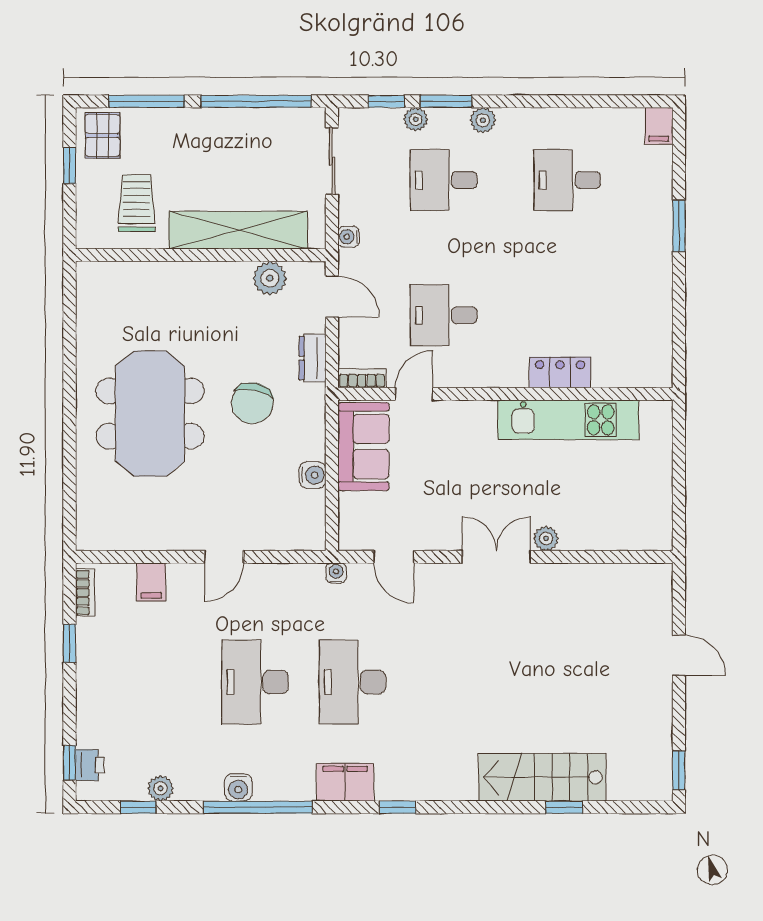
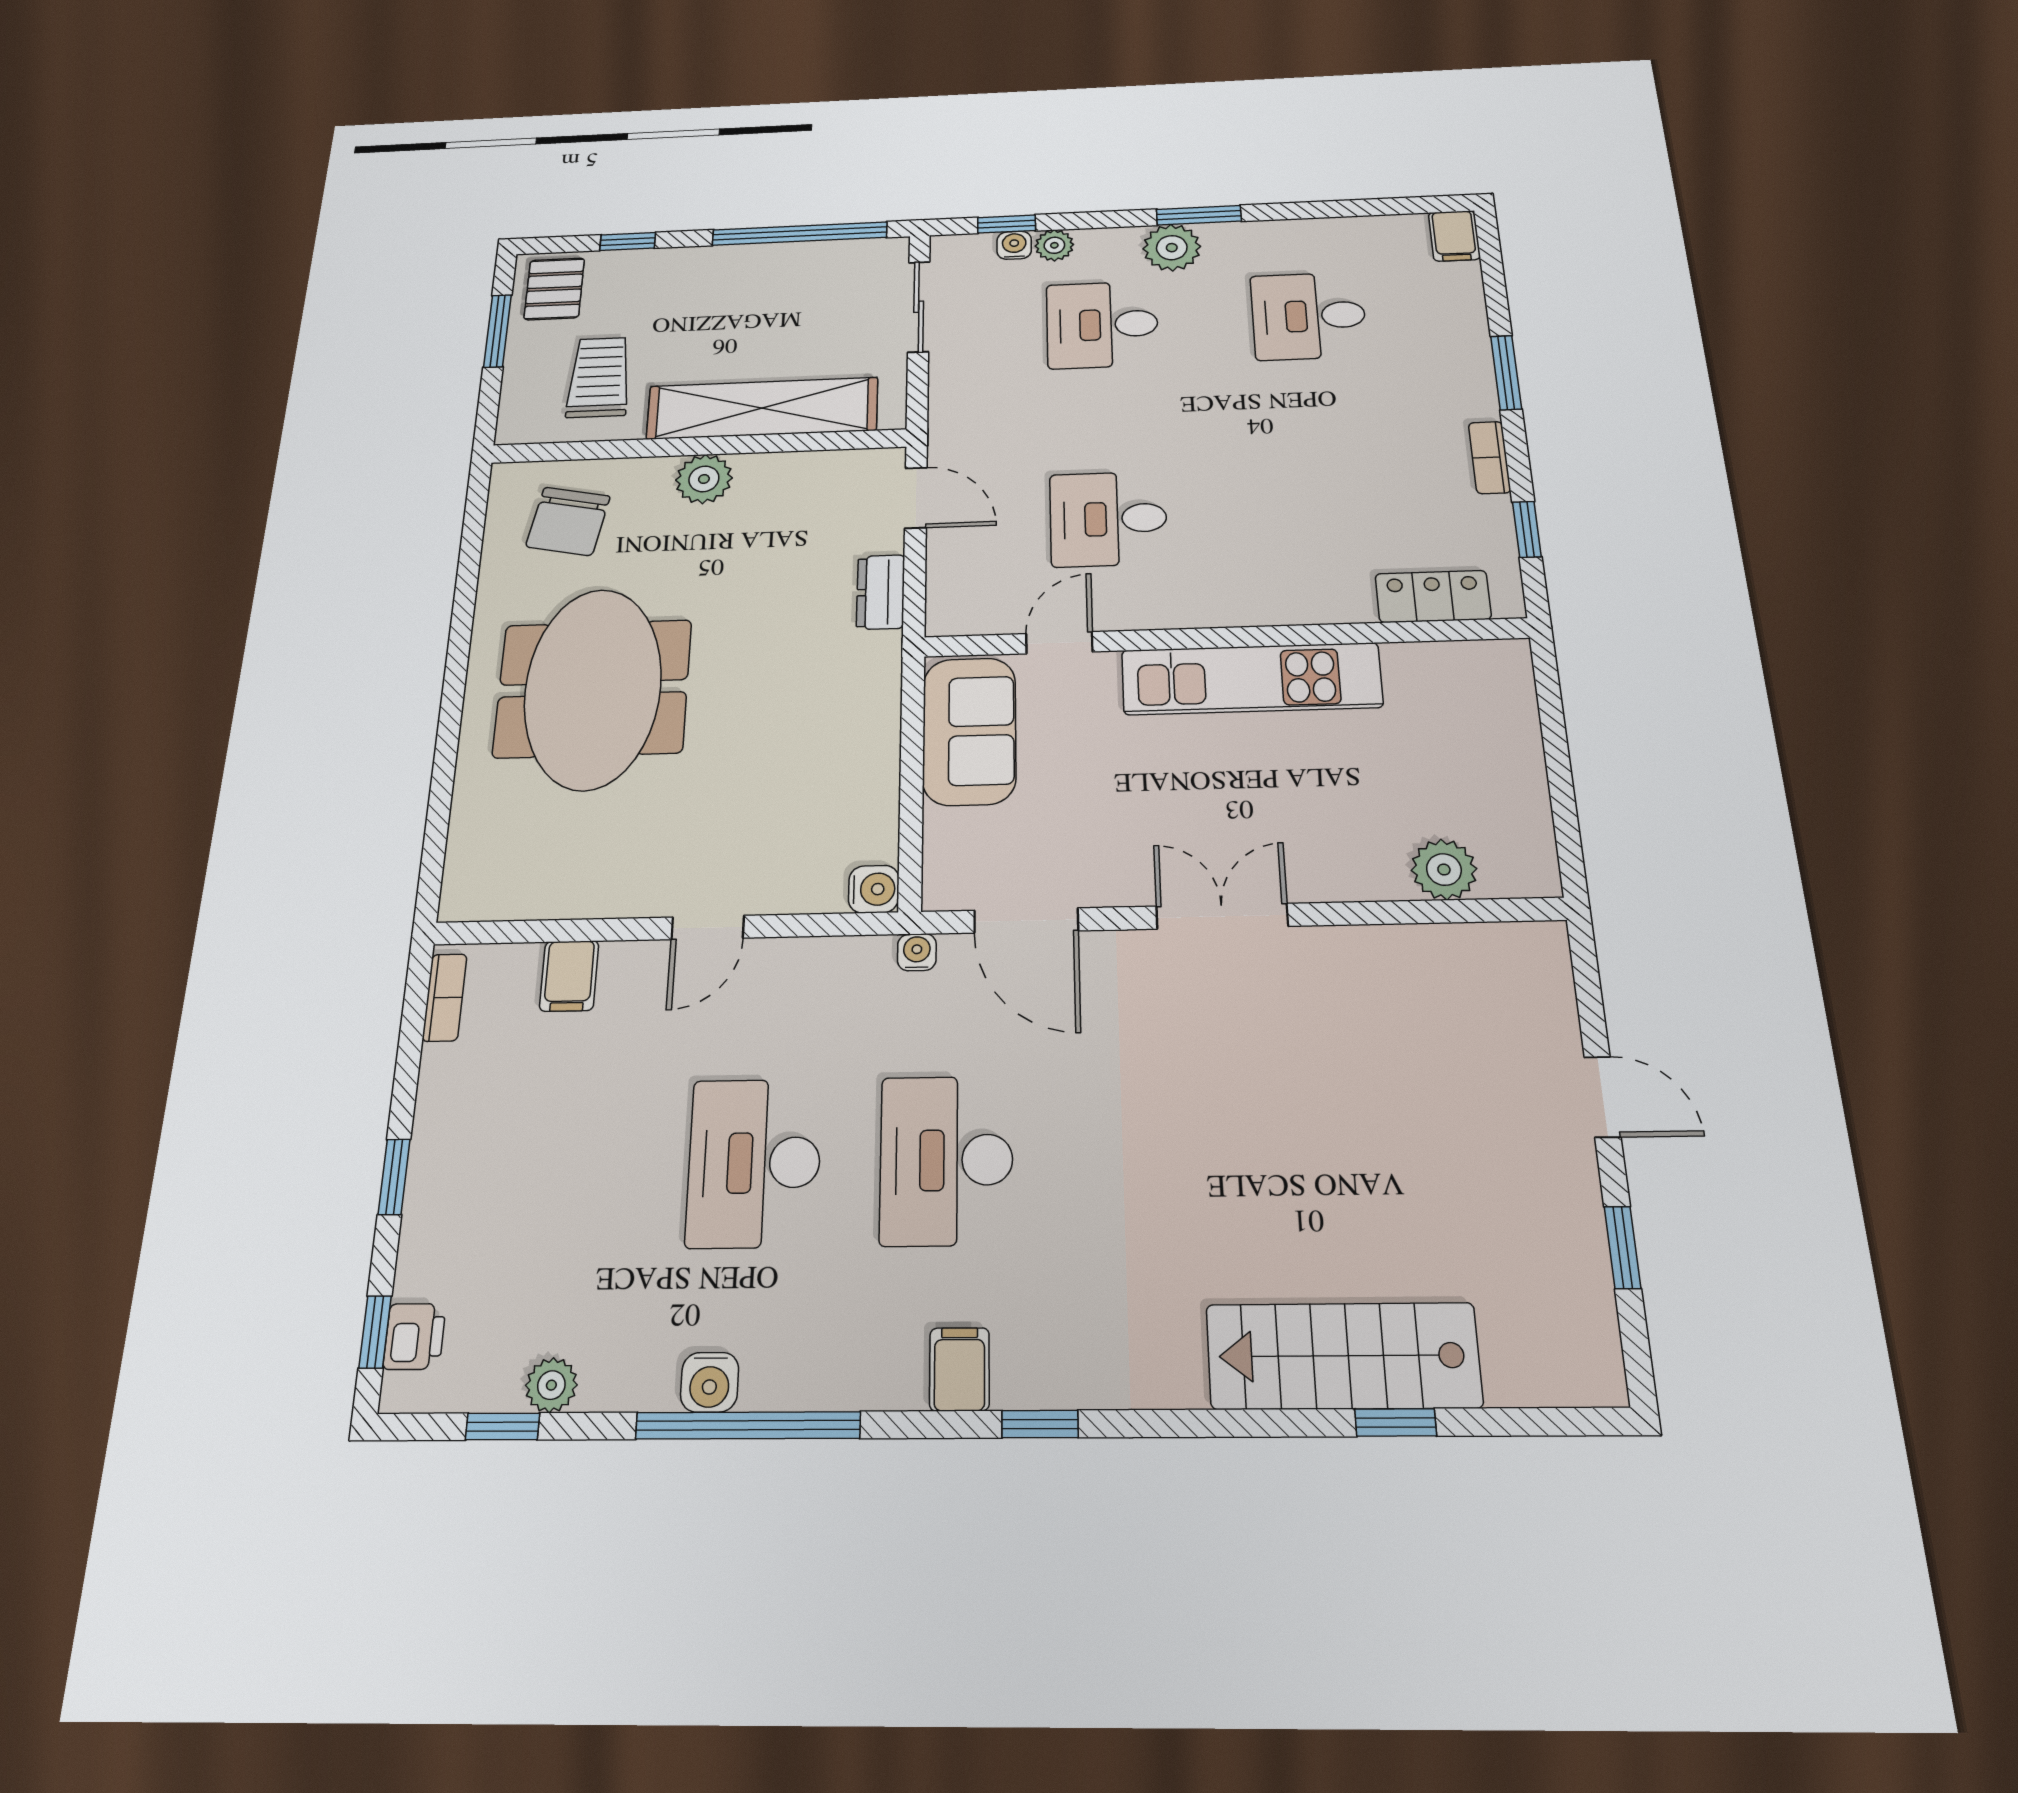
window: (147, 101) -> (628, 241), width x0.46
window: (446, 101) -> (1199, 215), moved
plant: (483, 120) -> (1172, 248), width x1.38, depth x1.38
window: (69, 166) -> (498, 331), width x1.50
water cooler: (349, 237) -> (1014, 245), moved, turned 90
plant: (270, 278) -> (704, 479), moved
window: (679, 332) -> (1527, 529), added
locker: (560, 372) -> (1433, 596), moved
bookcase: (362, 378) -> (1490, 457), moved, turned -90
chair: (252, 403) -> (568, 521), moved
kitchen unit: (568, 420) -> (1251, 679), moved
water cooler: (313, 475) -> (874, 889), moved
plant: (546, 538) -> (1444, 869), moved, width x1.38, depth x1.38
door: (394, 557) -> (1026, 921), width x1.38
window: (69, 643) -> (394, 1177), moved
window: (679, 770) -> (1622, 1247), moved
filing cabinet: (345, 782) -> (959, 1369), width x0.50

